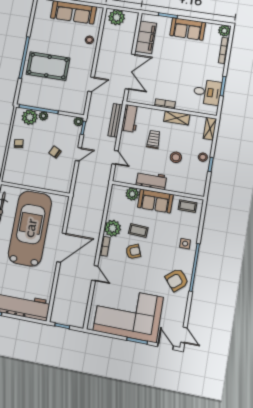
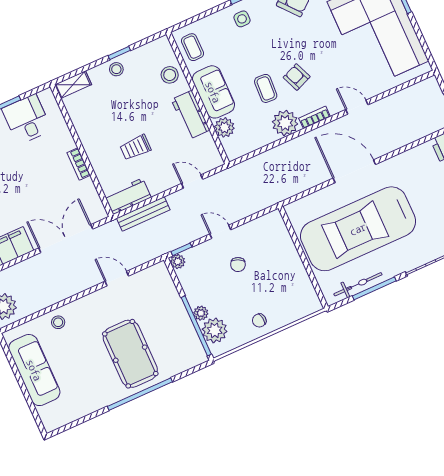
shelving: (177, 118) -> (87, 136), removed
door: (115, 157) -> (192, 181), hinge flipped
stool: (176, 157) -> (170, 75), moved
door: (95, 273) -> (357, 107), hinge flipped

